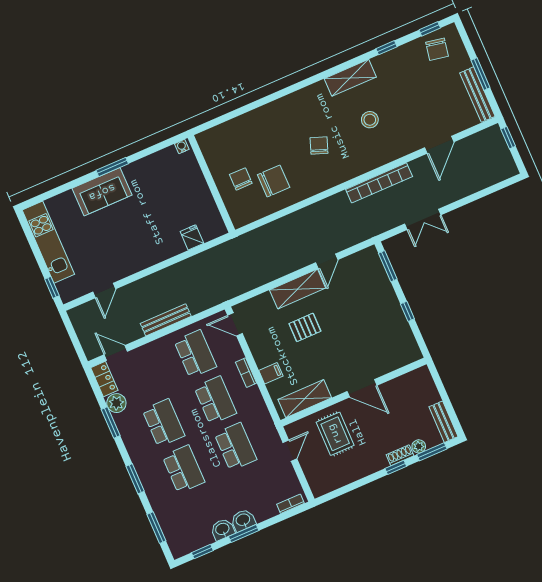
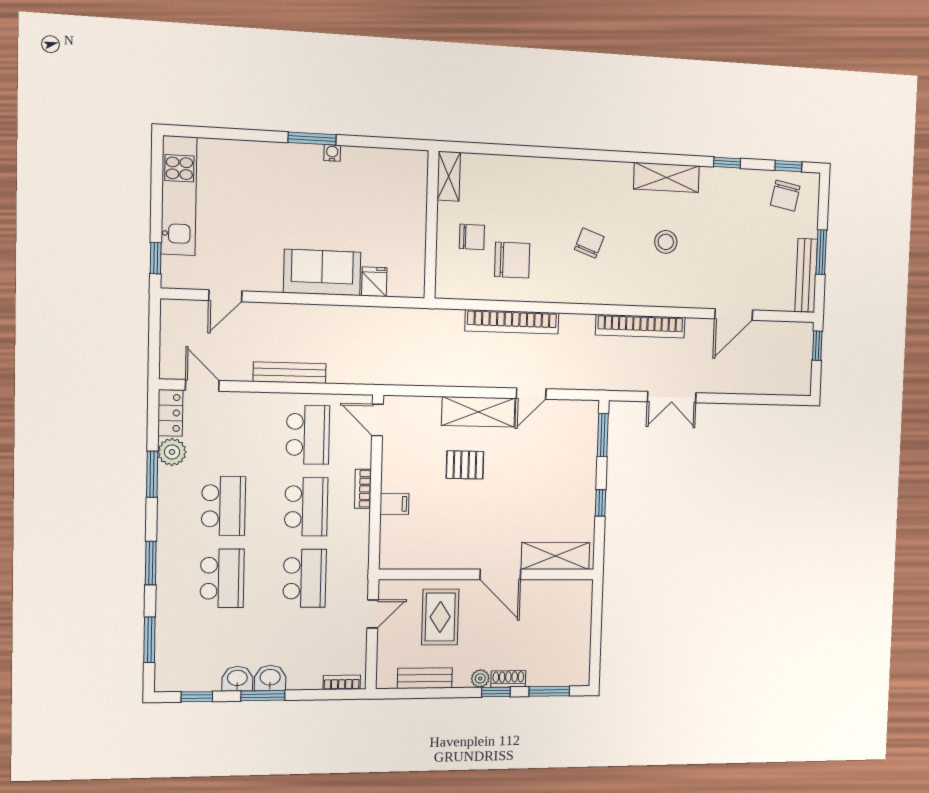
water cooler: (182, 146) -> (332, 153), moved
shelving: (208, 148) -> (449, 176), added
chair: (241, 179) -> (472, 237), turned 90
sofa: (102, 192) -> (322, 272), moved, turned 180
bookcase: (292, 221) -> (512, 322), added
shelving: (305, 399) -> (555, 556), moved
bench: (444, 422) -> (425, 678), moved, turned 90
plant: (419, 446) -> (480, 678), moved

